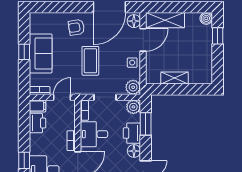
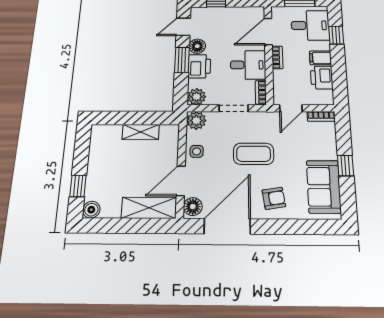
sofa: (41, 53) -> (324, 187), moved
coffee table: (90, 61) -> (254, 154), turned 90
filing cabinet: (38, 106) -> (320, 58), moved
window: (146, 124) -> (182, 60), moved

